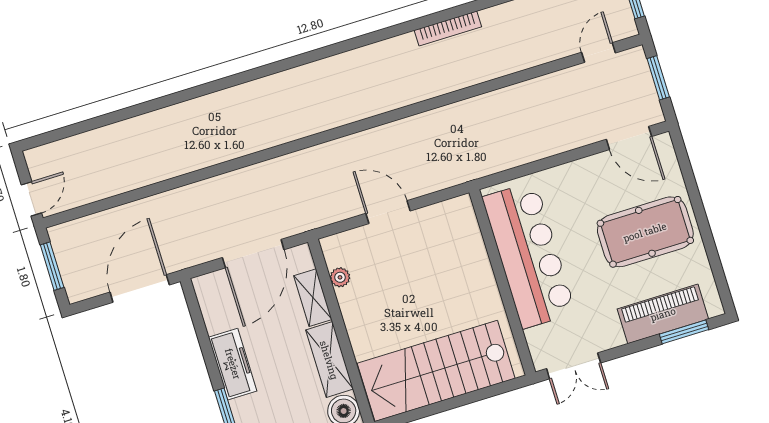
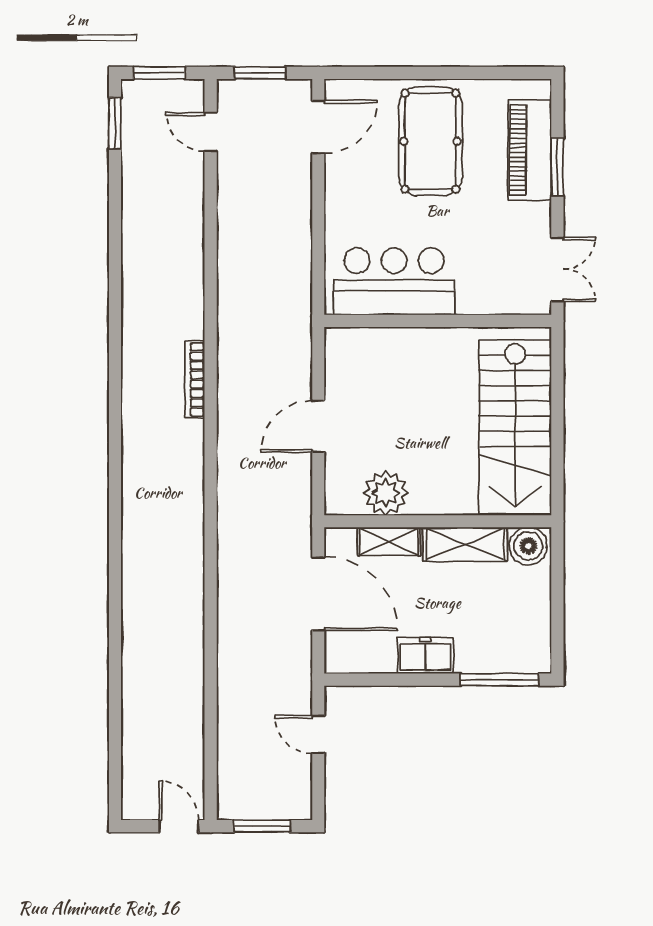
bookcase: (448, 29) -> (195, 379), moved, turned 180
bar counter: (529, 255) -> (394, 281), width x0.73
plant: (340, 277) -> (386, 493), width x1.88, depth x1.88
door: (140, 289) -> (318, 735), width x0.53
window: (684, 332) -> (557, 167), moved
freezer: (233, 364) -> (425, 656), width x0.71

